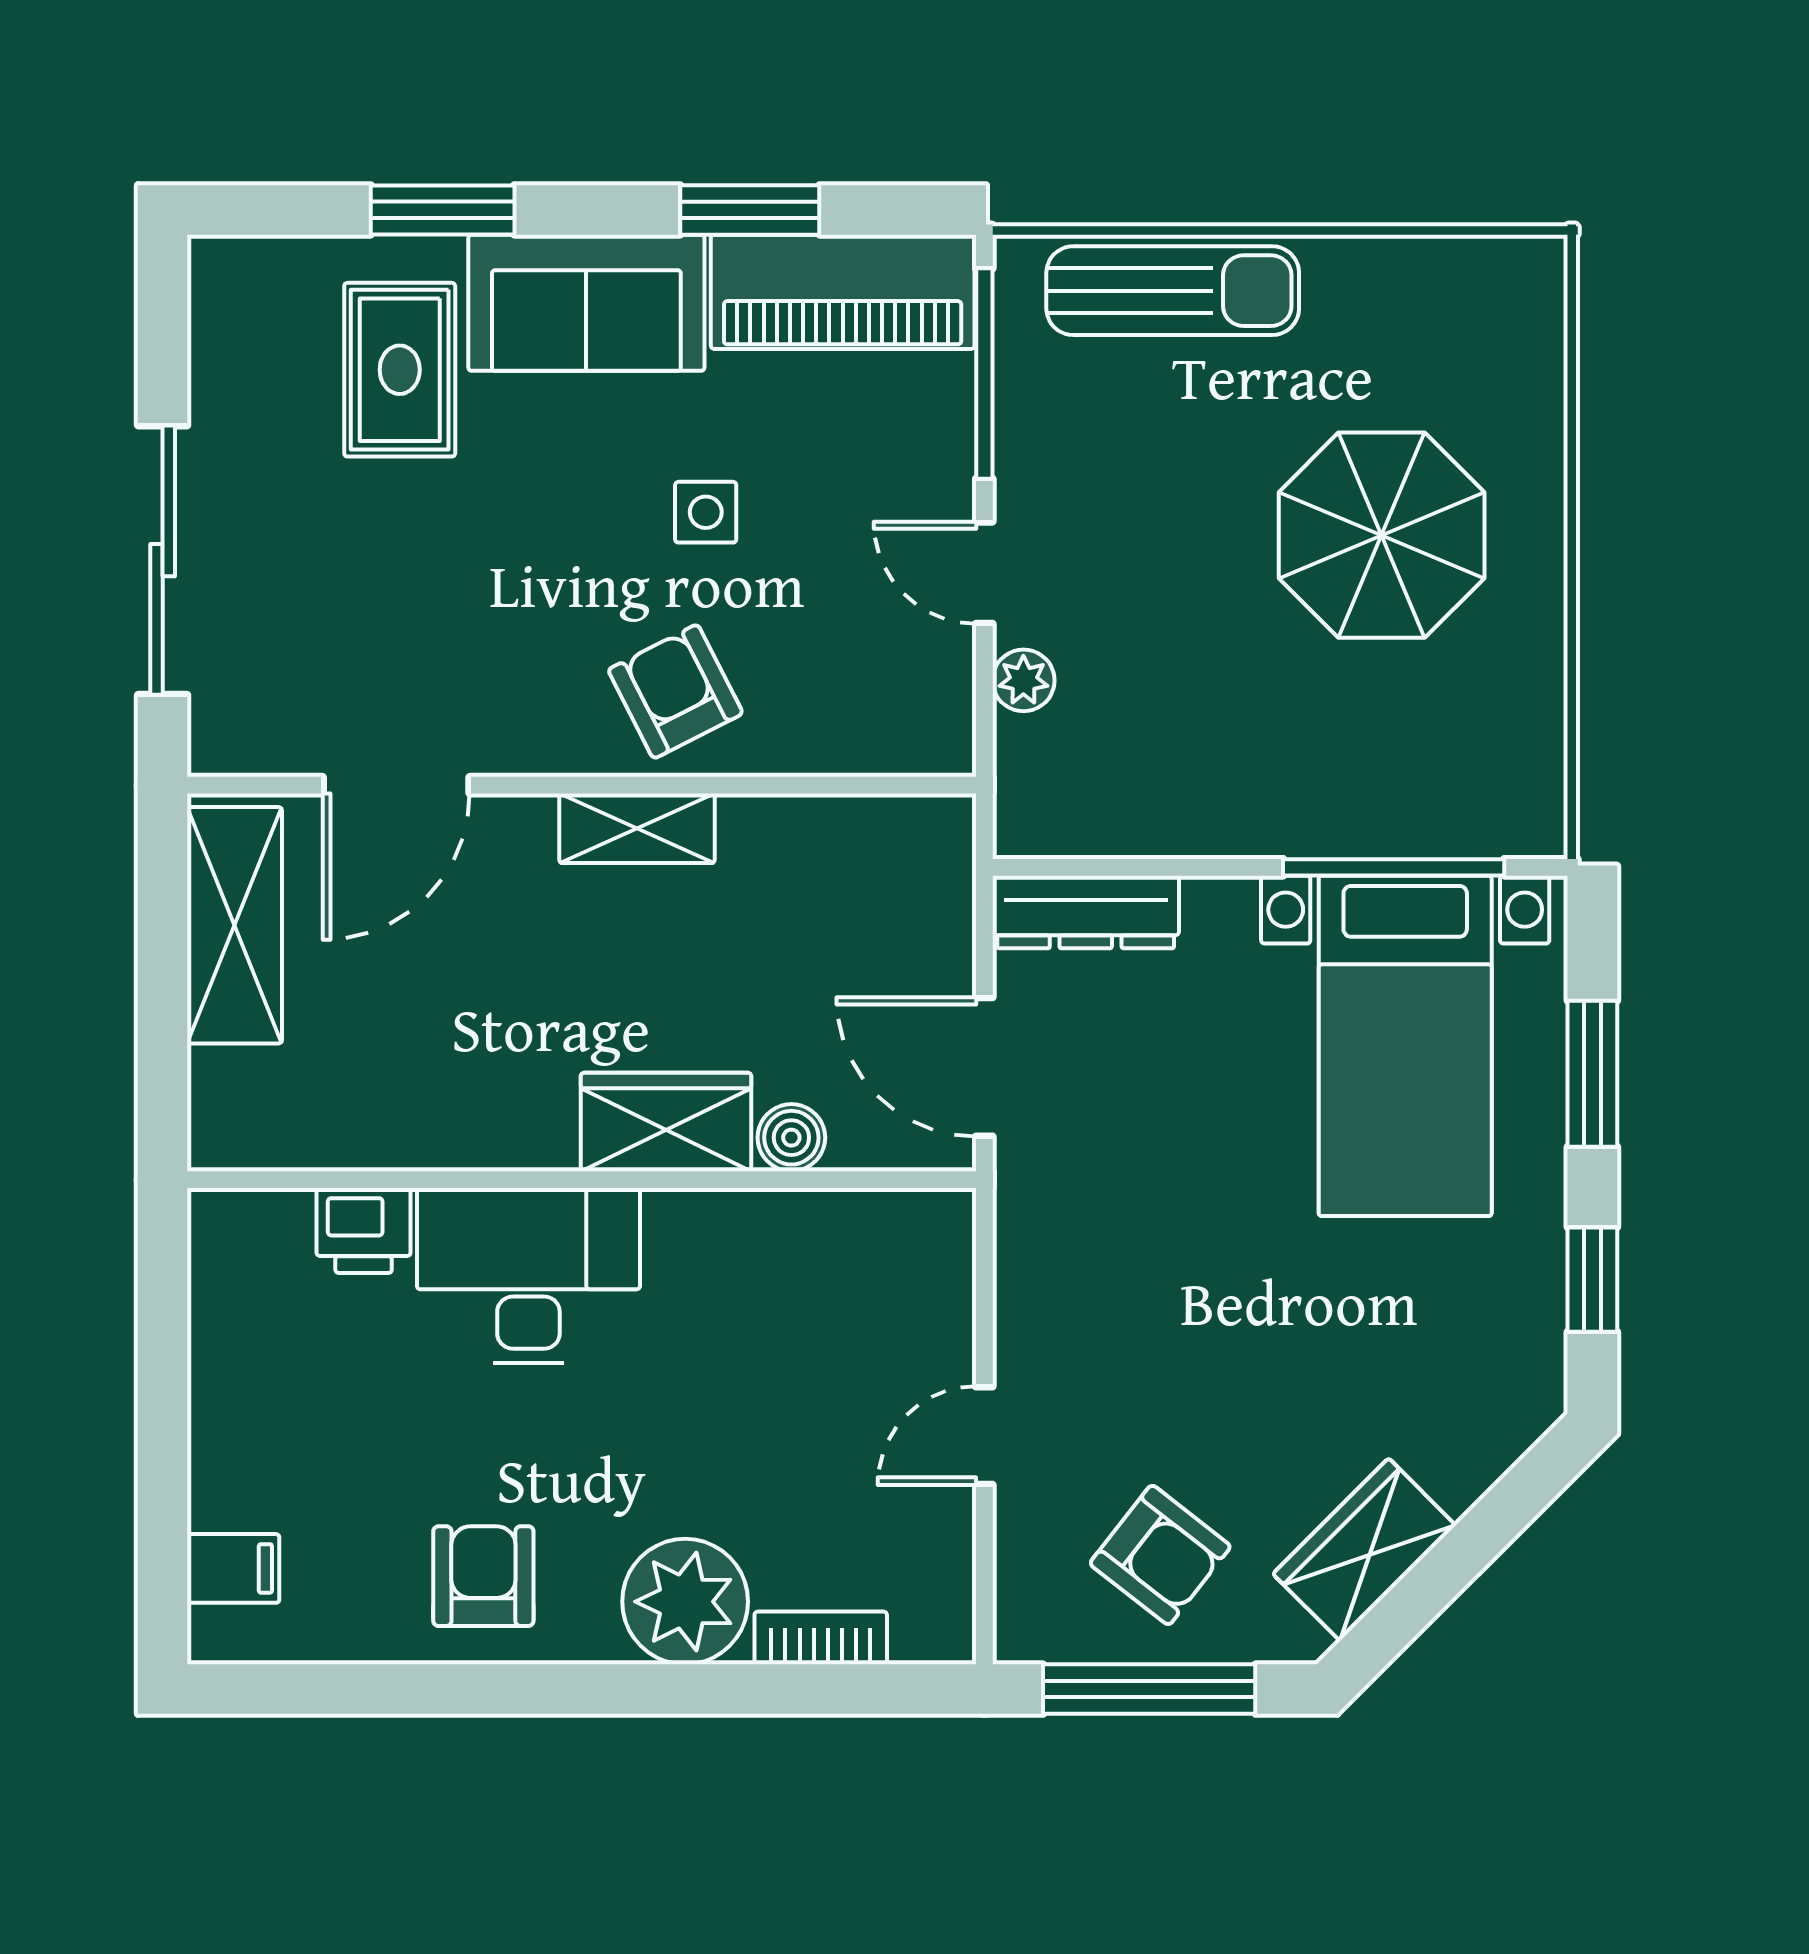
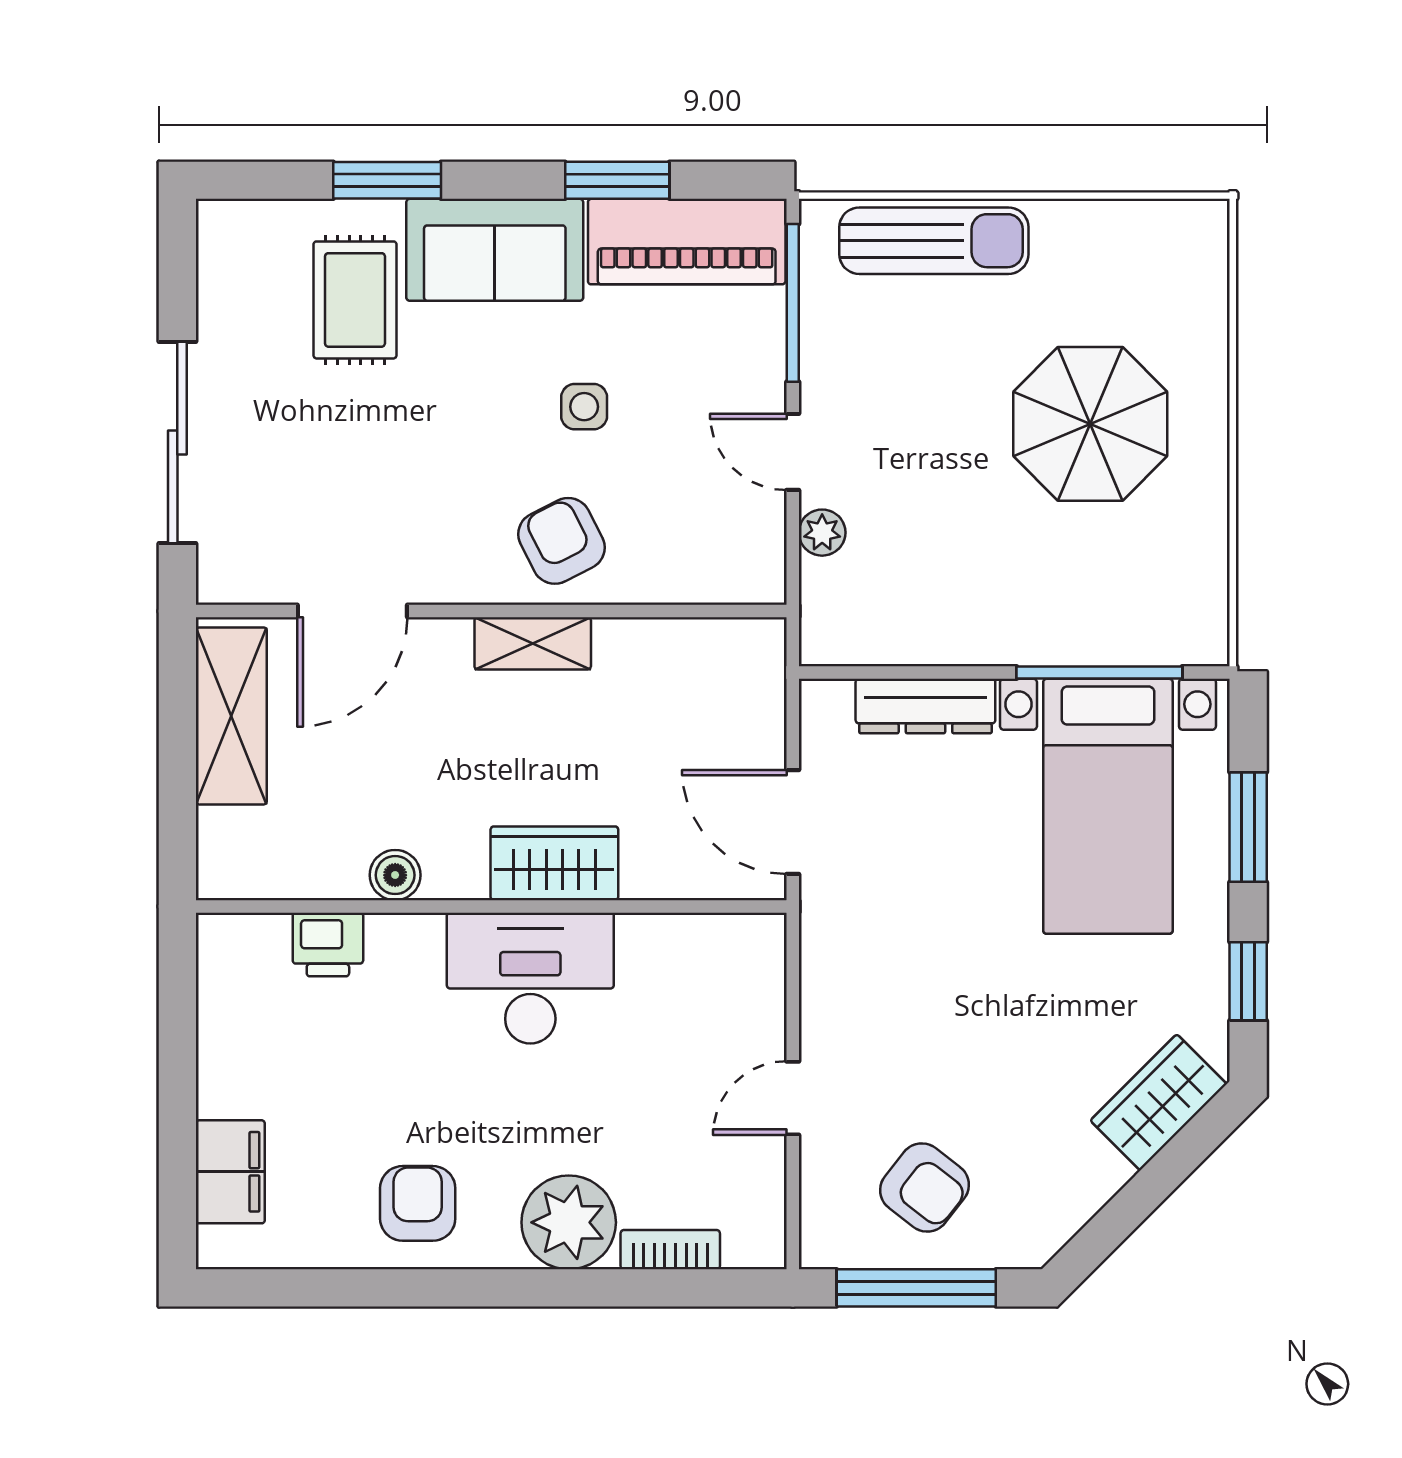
dresser: (1086, 912) -> (925, 706), moved
boiler: (791, 1138) -> (395, 875), moved
desk: (528, 1275) -> (530, 978), moved
wardrobe: (1364, 1550) -> (1159, 1102), moved
filing cabinet: (233, 1568) -> (230, 1172), width x2.00

